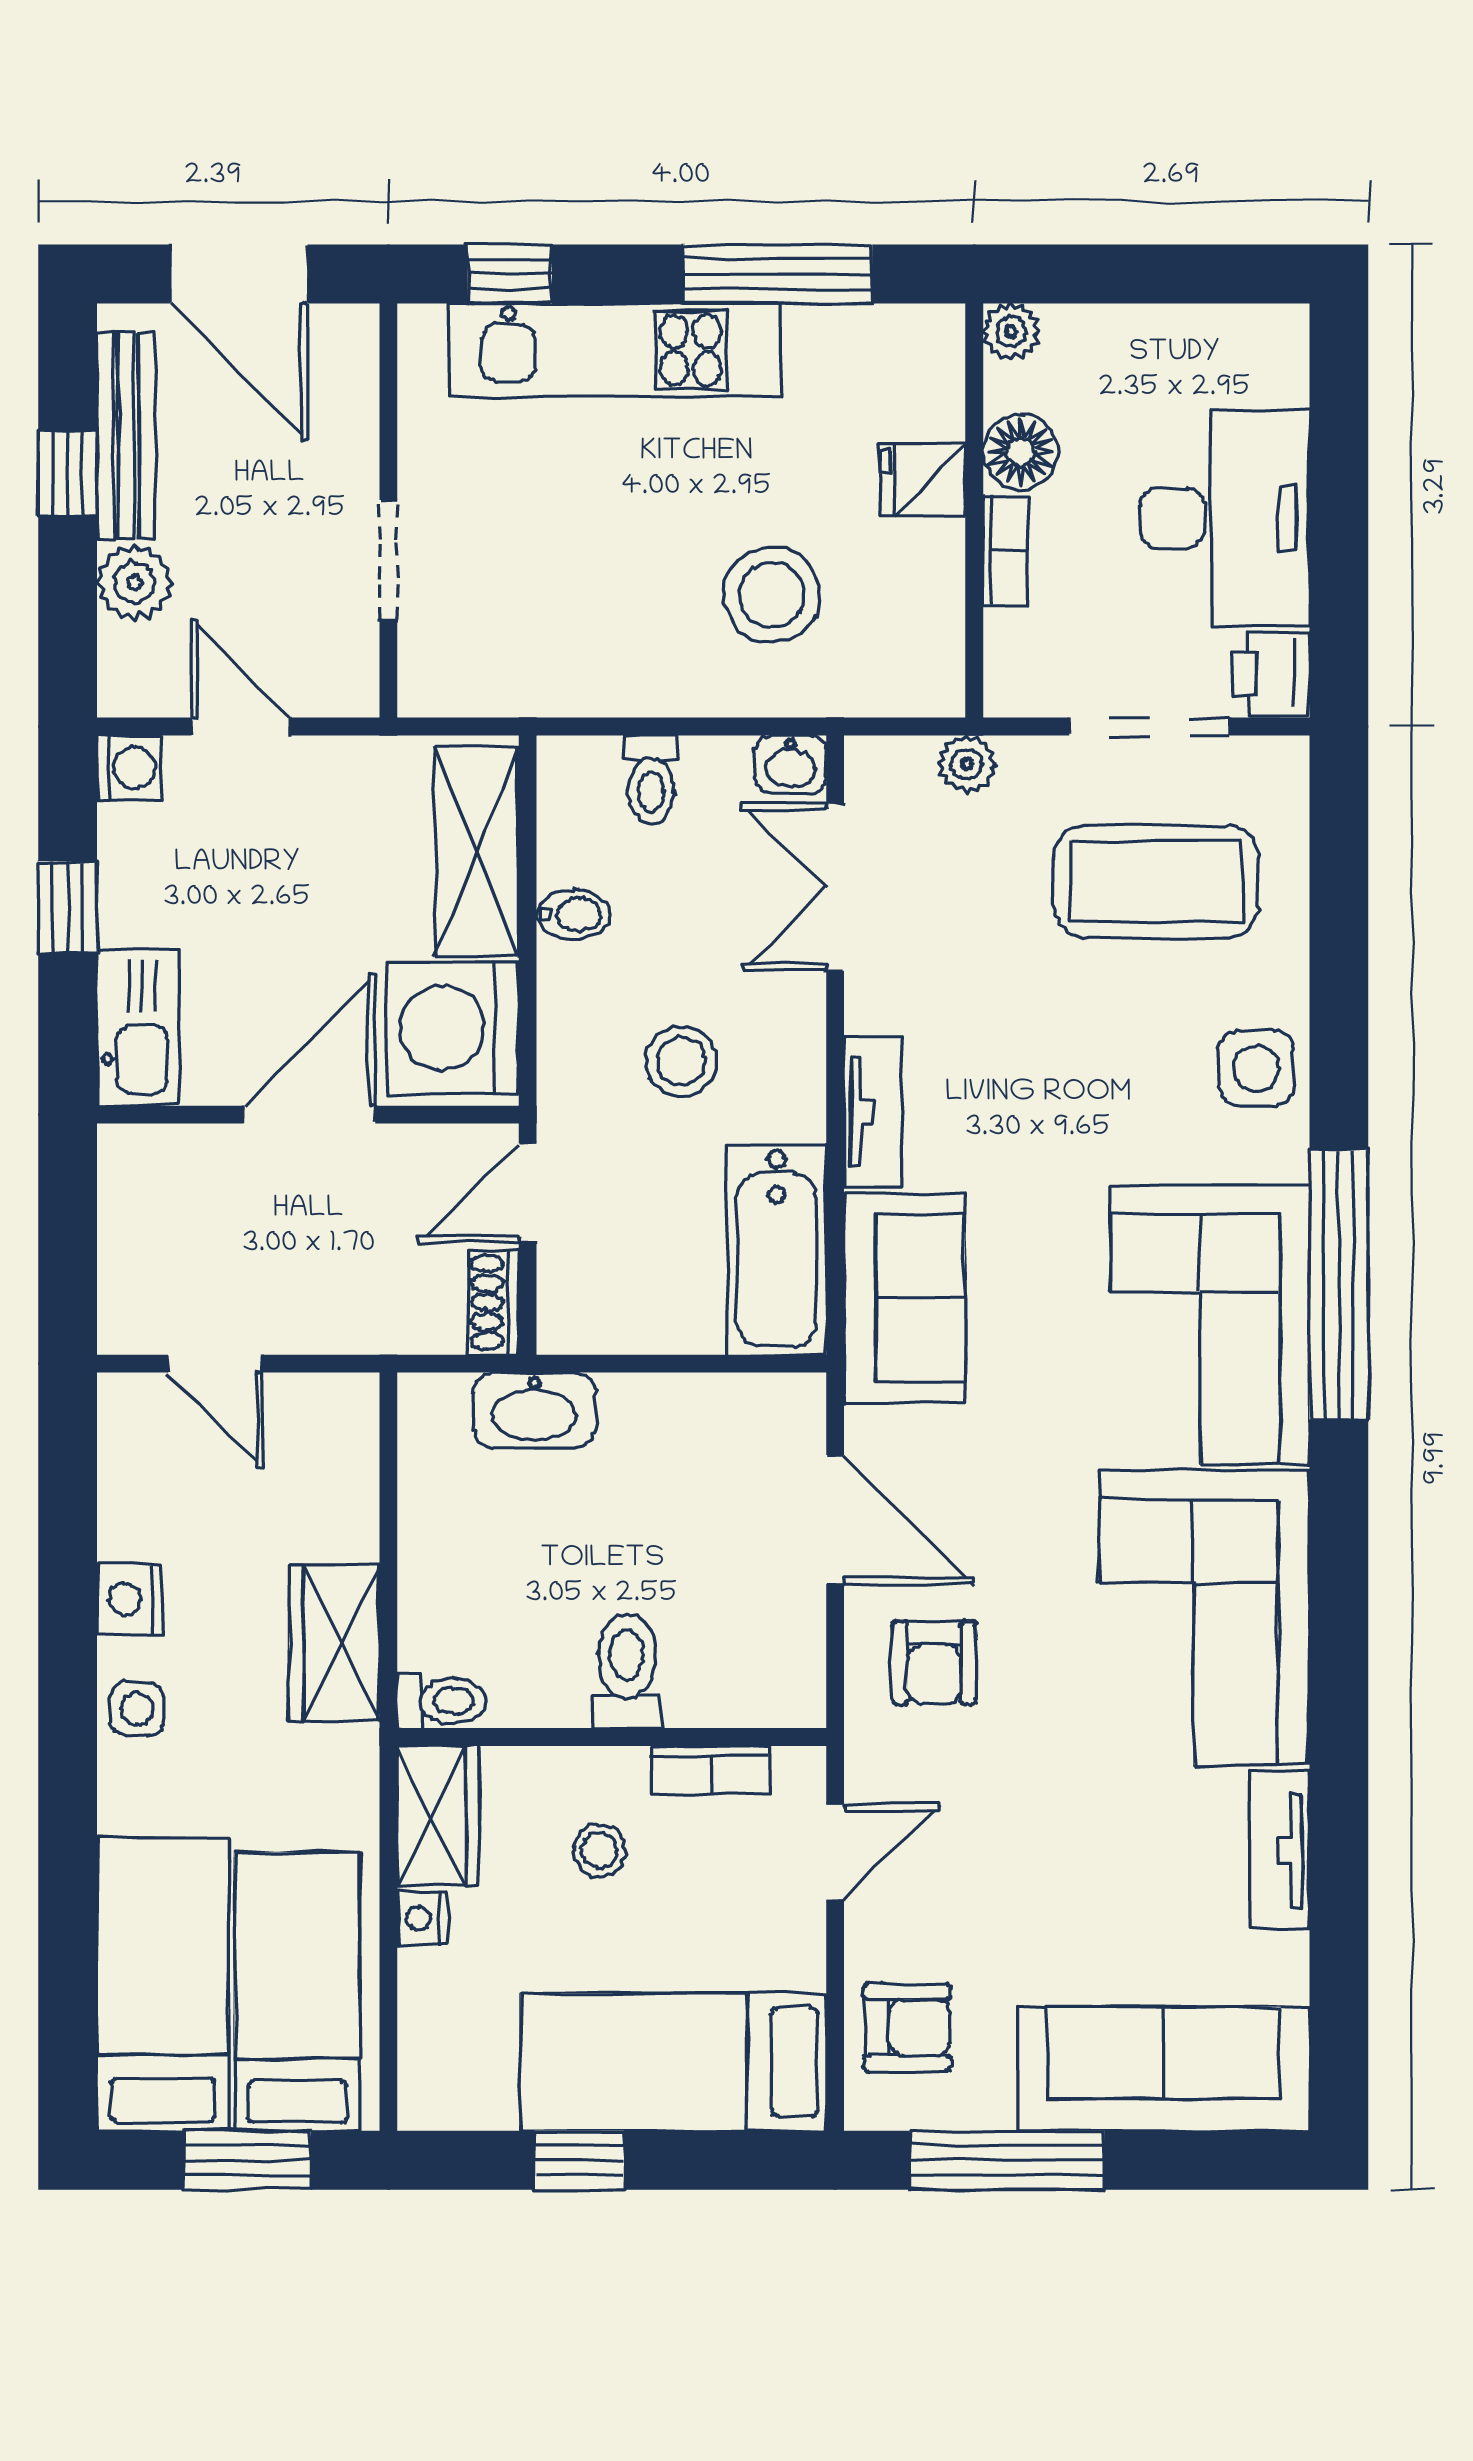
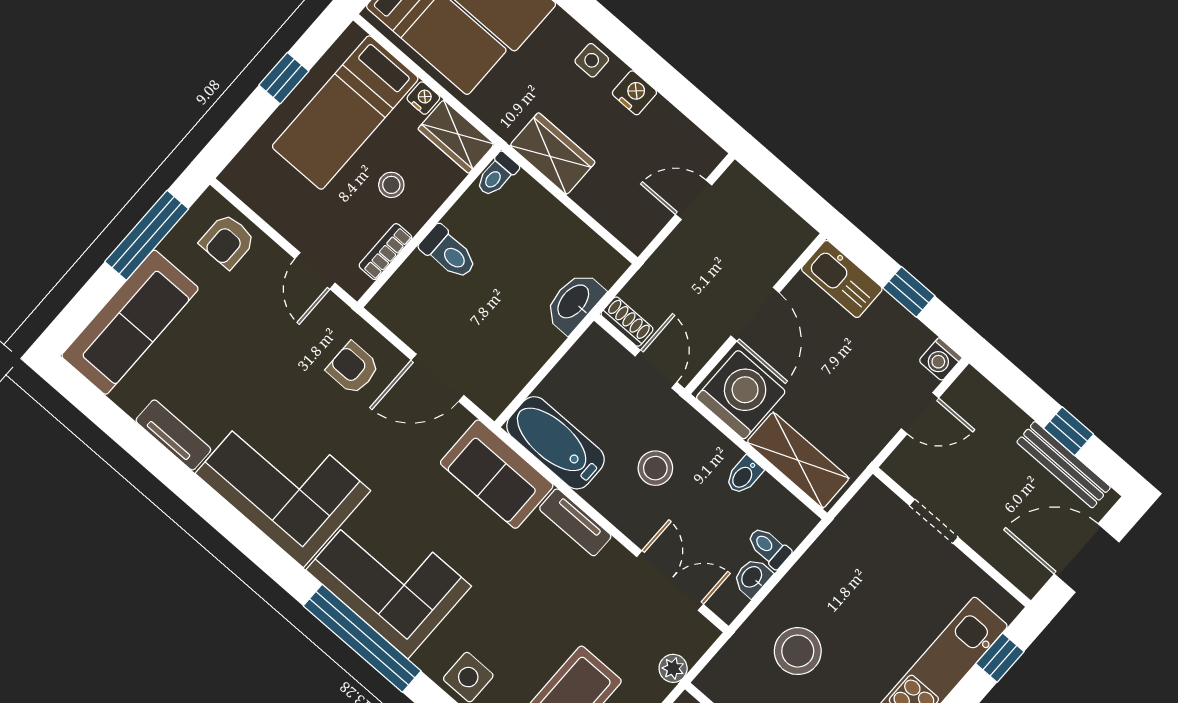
plant: (135, 583) -> (1007, 421), removed
washbasin: (791, 764) -> (752, 577), moved
bed: (674, 2062) -> (345, 113), moved, turned 180

